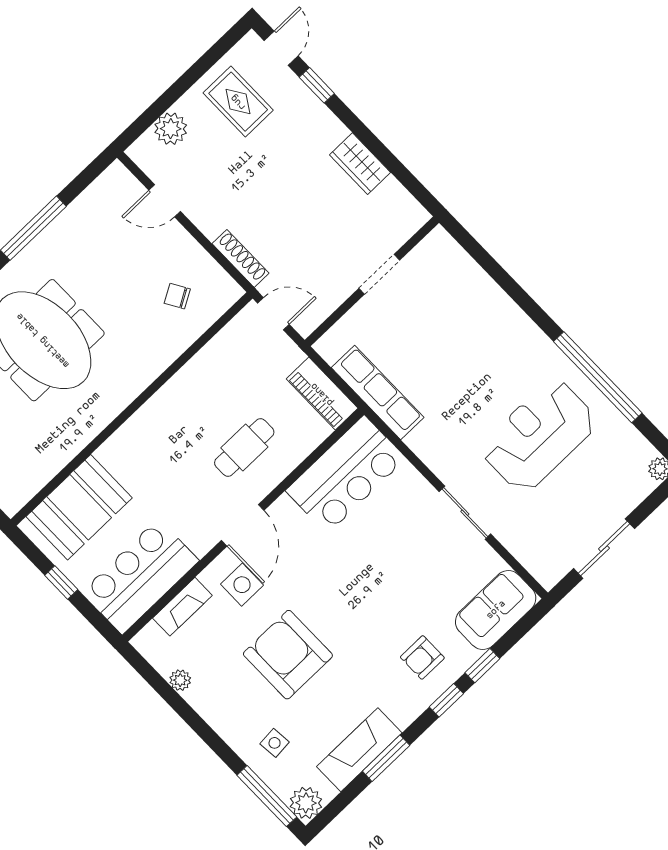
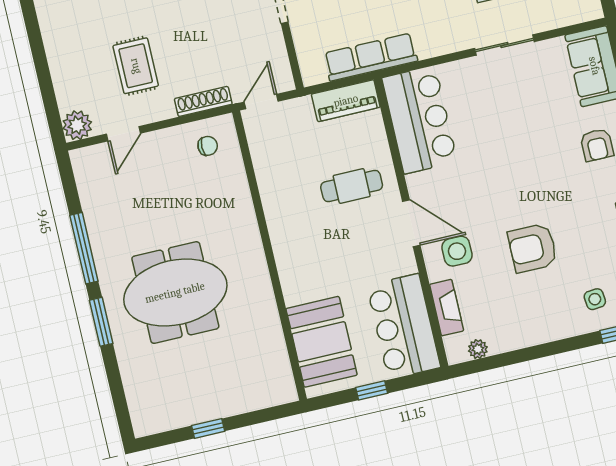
rug: (238, 102) -> (136, 66), moved, turned 90
plant: (171, 129) -> (77, 125), moved
chair: (177, 296) -> (208, 146), moved, turned -150
cafe table: (244, 447) -> (352, 186), turned 90
armchair: (288, 655) -> (533, 248), width x0.73, depth x0.73
plant: (180, 680) -> (478, 349), moved

